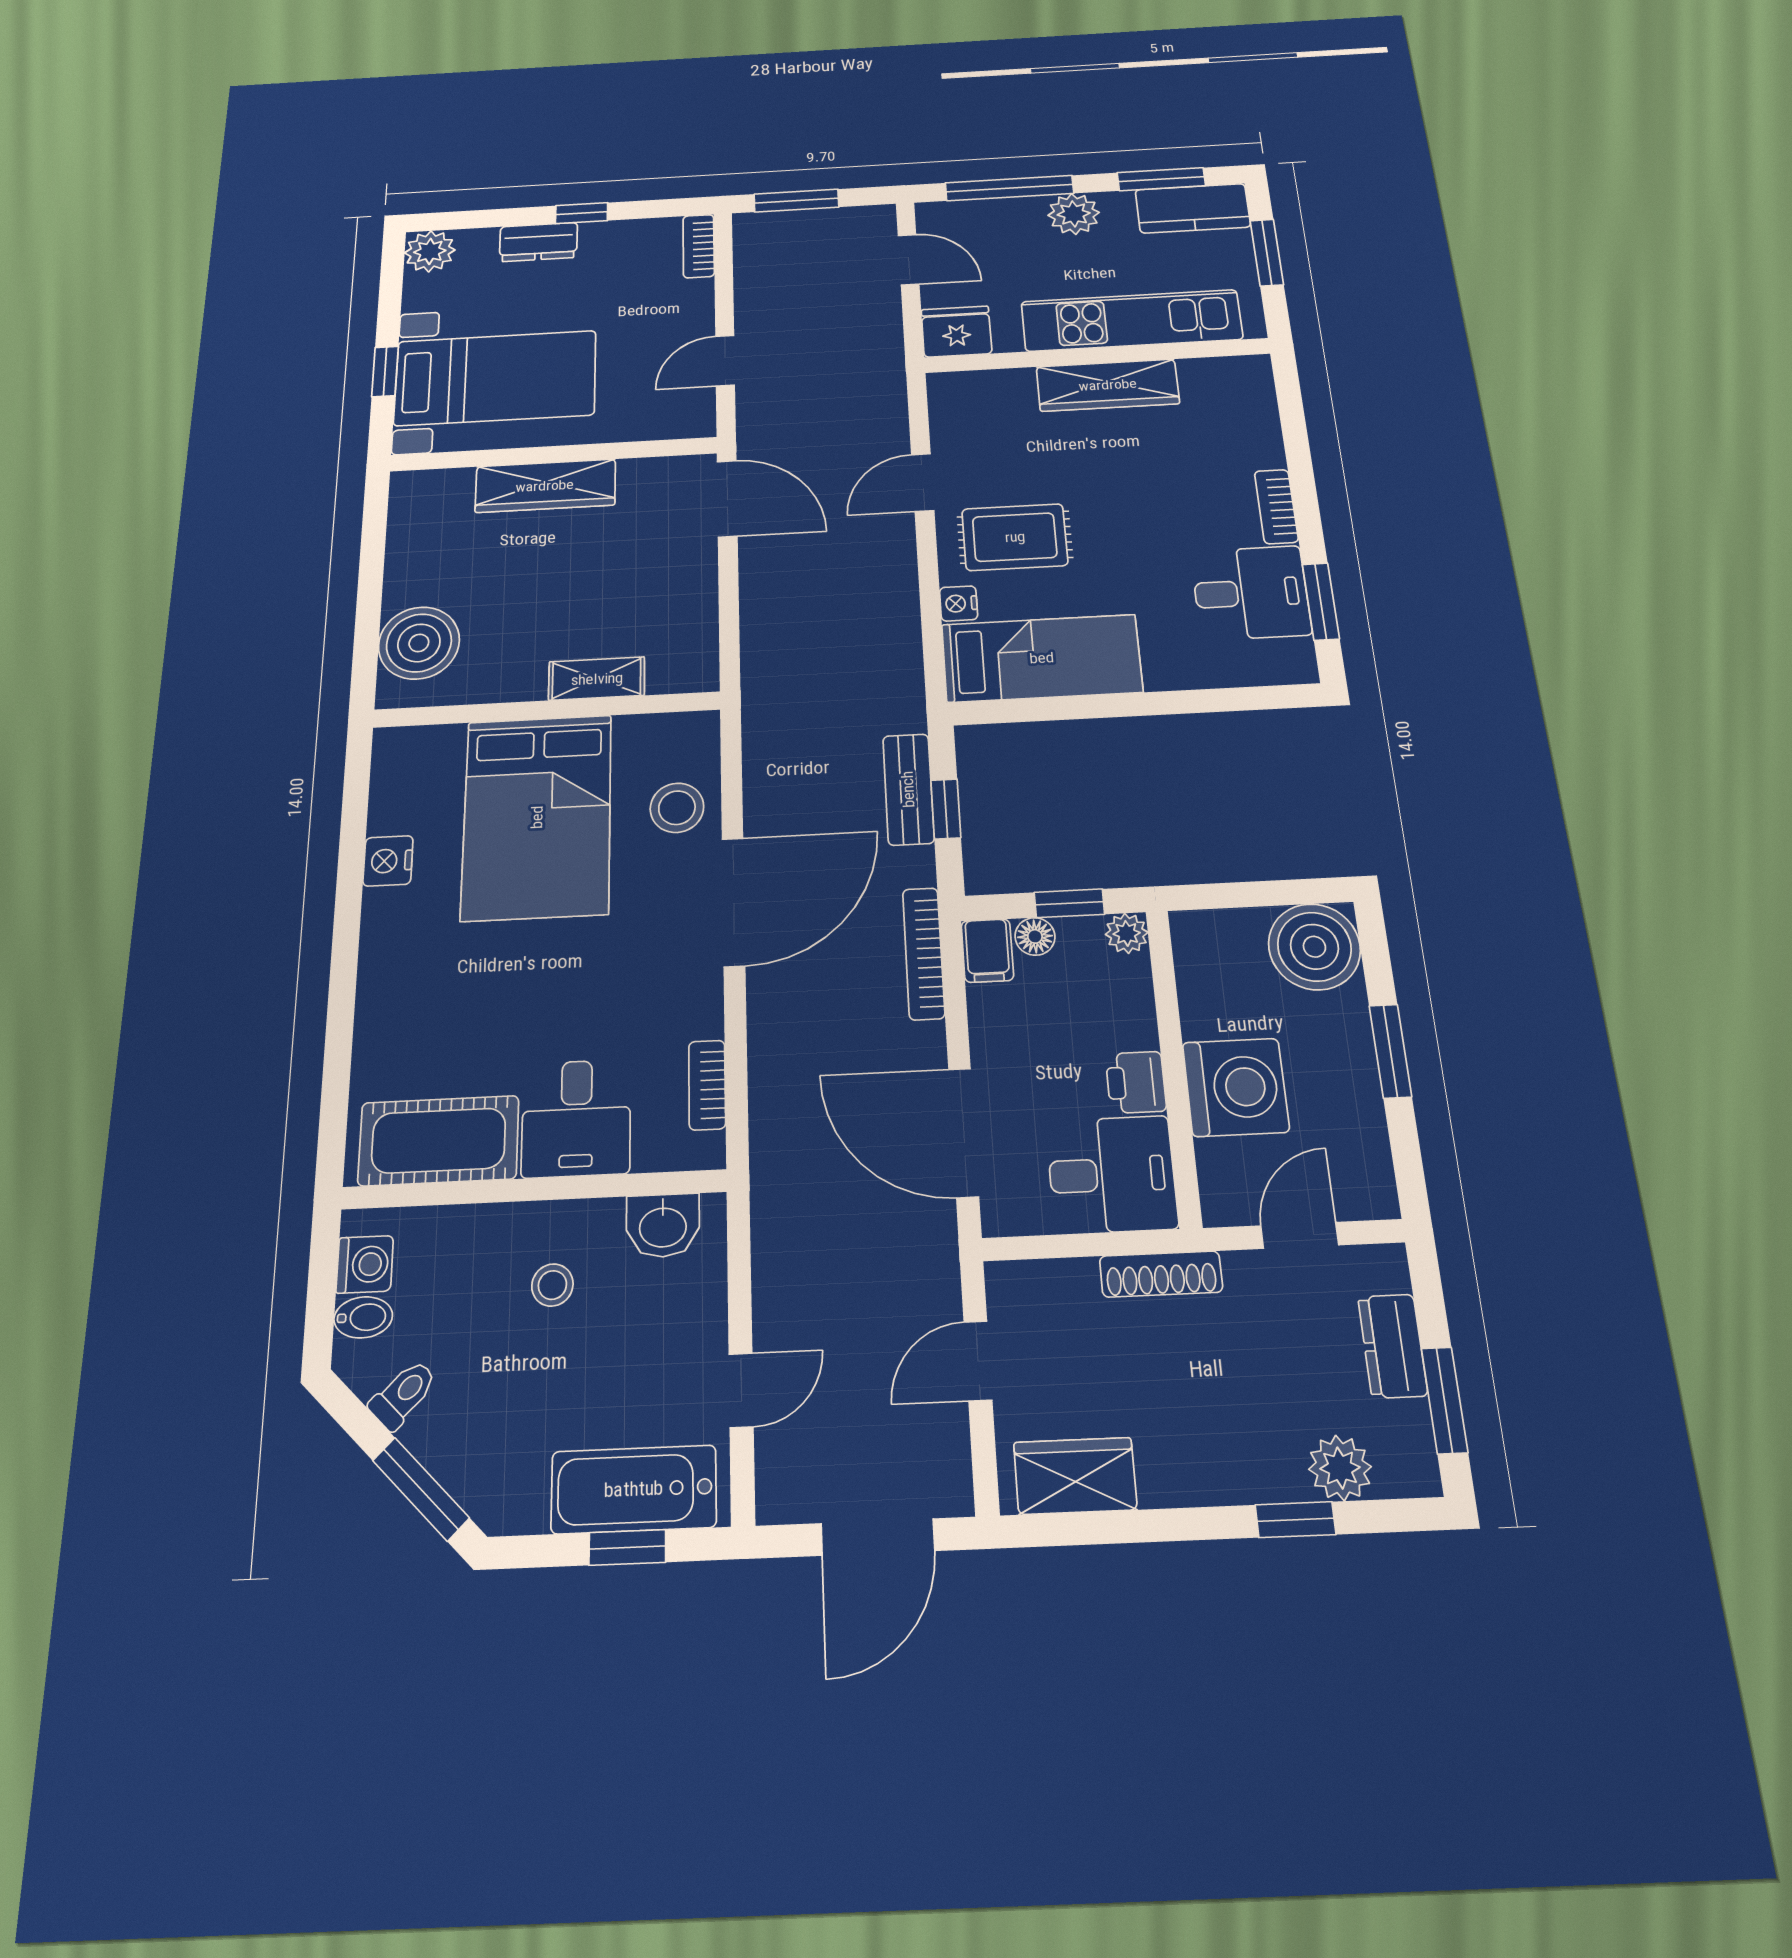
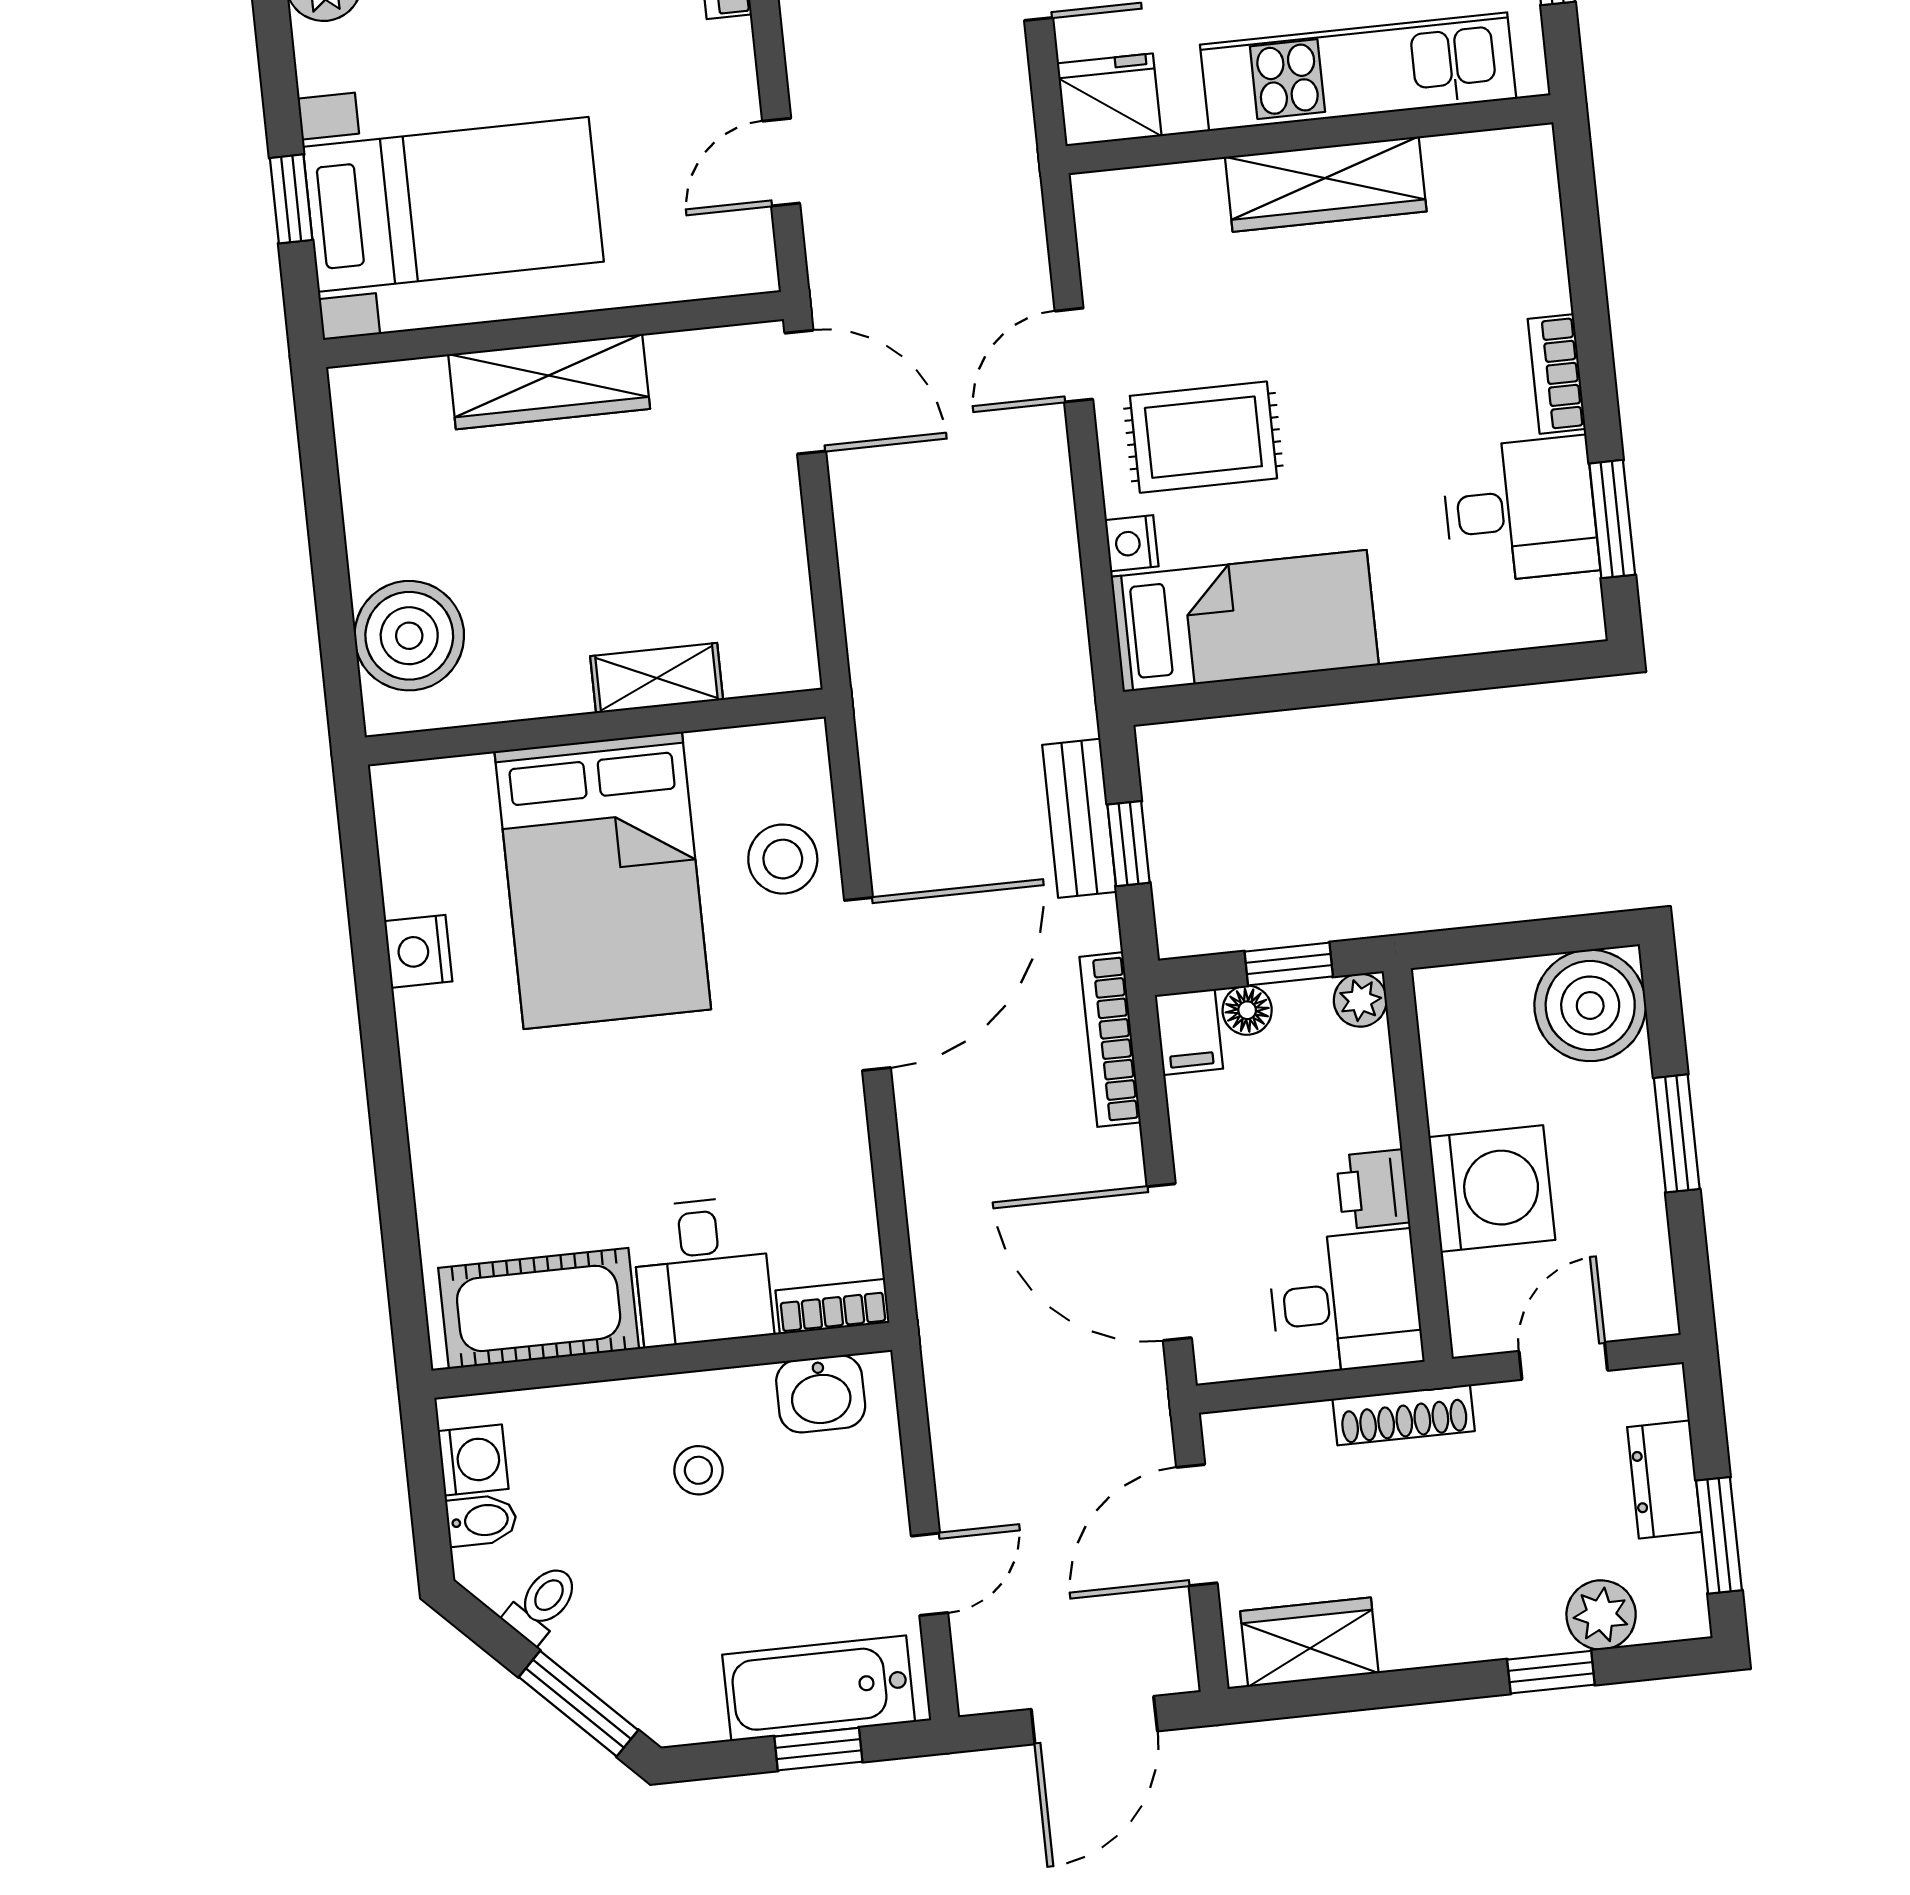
bookcase: (707, 1085) -> (832, 1307), moved, turned 90
door: (978, 1361) -> (1197, 1525), width x1.38

